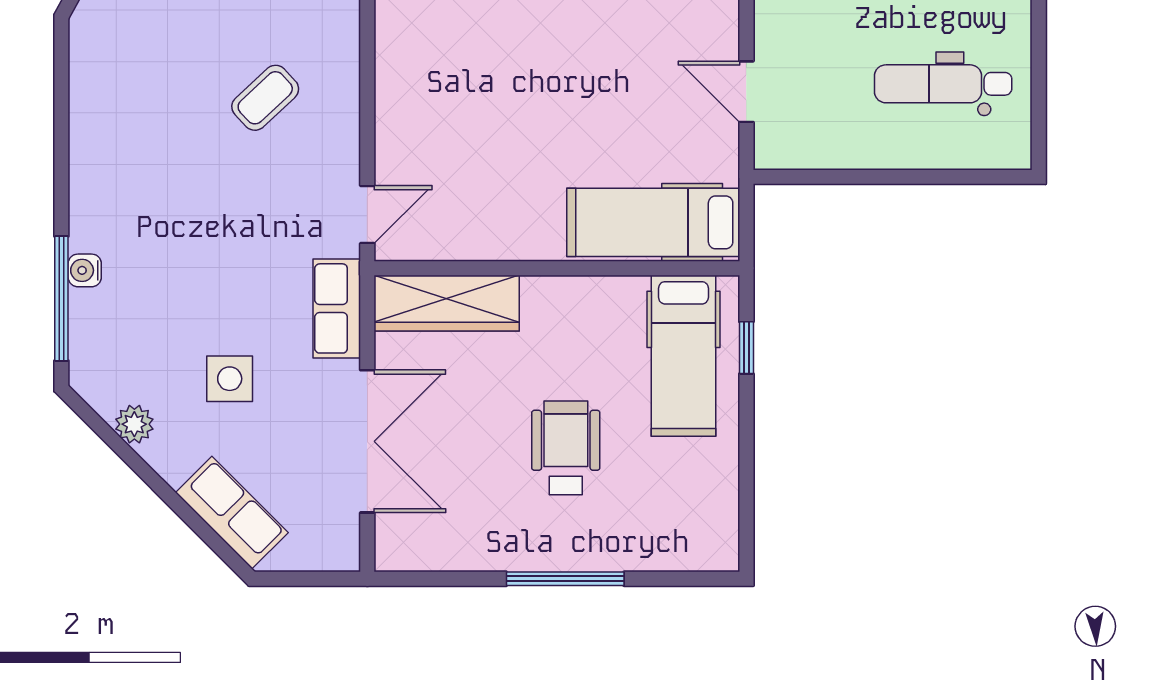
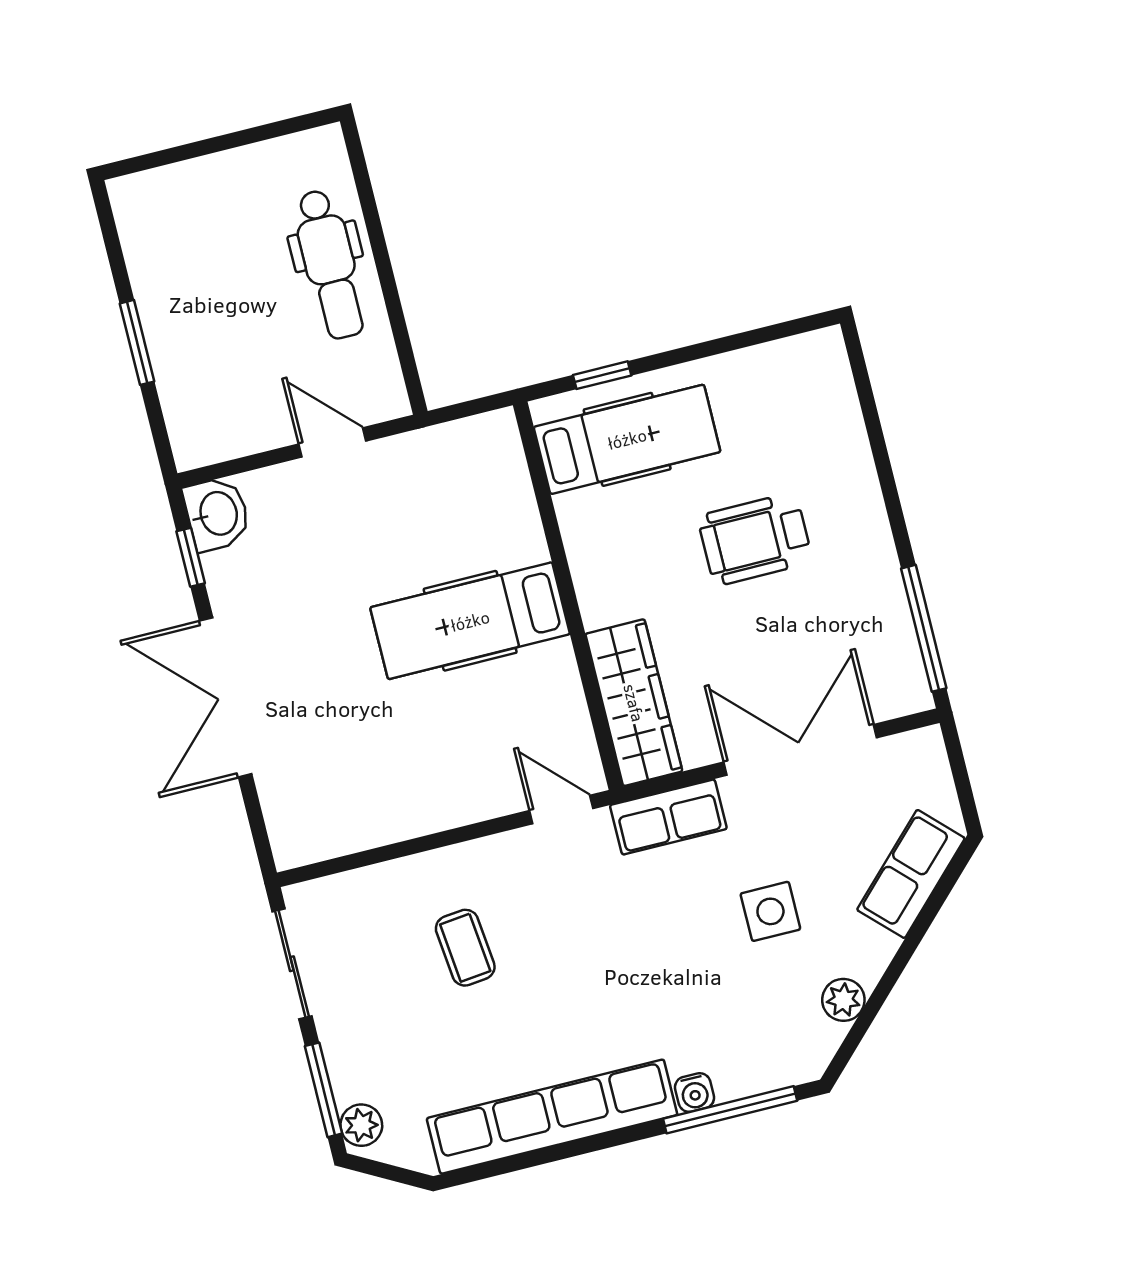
dental chair: (943, 84) -> (330, 264), moved
door: (746, 92) -> (332, 442), swing flipped
coffee table: (265, 98) -> (465, 948), turned 37
row of seats: (95, 138) -> (552, 1117), added
hospital bed: (653, 222) -> (470, 621), moved, turned 90
window: (565, 579) -> (924, 628), moved

